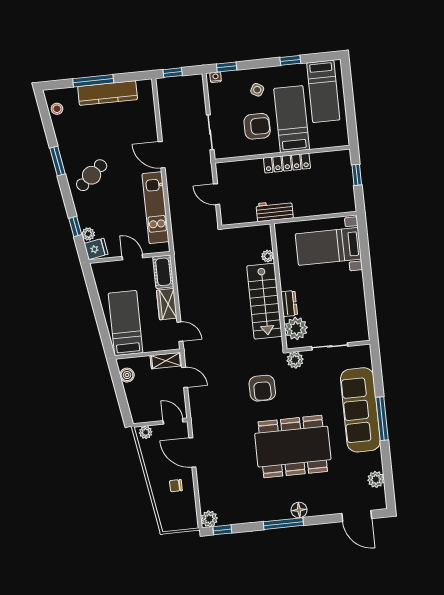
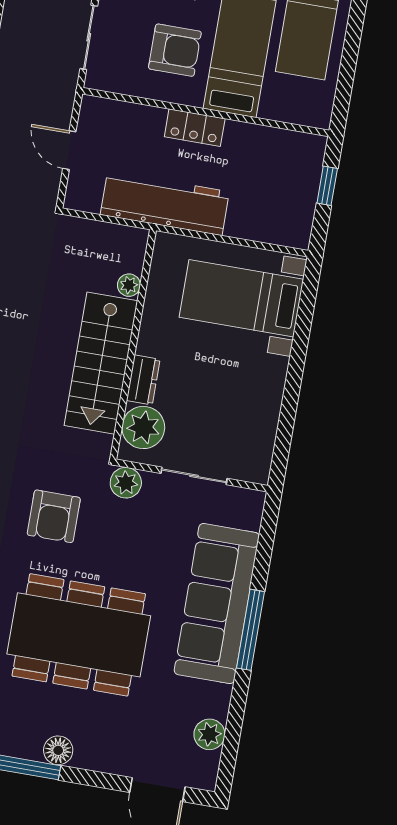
locker: (287, 163) -> (195, 128), width x0.66
workbench: (275, 211) -> (165, 203), width x1.87, depth x1.32

